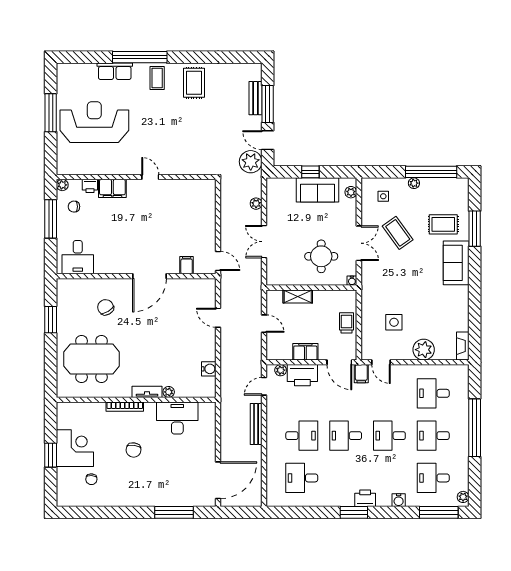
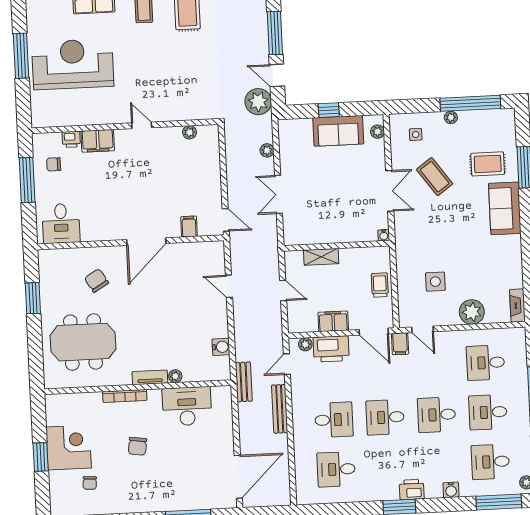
bench: (255, 98) -> (244, 382), moved
plant: (62, 185) -> (189, 132), moved
round table: (321, 256) -> (346, 208), removed

